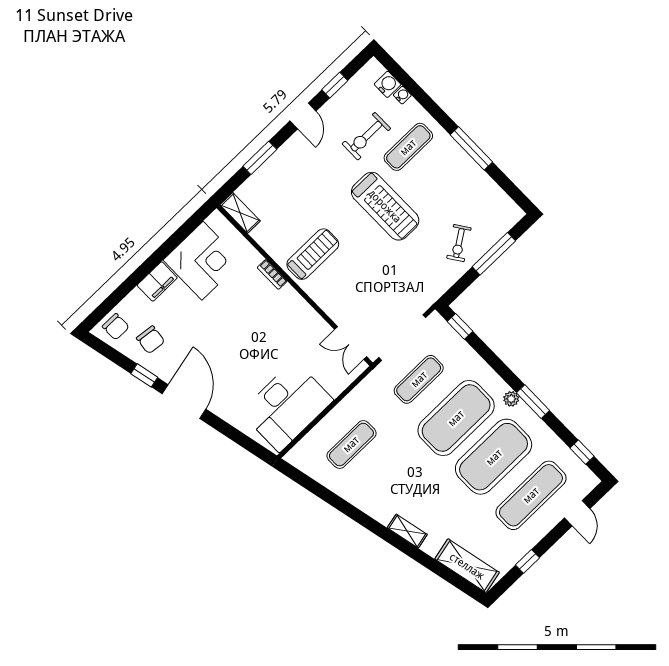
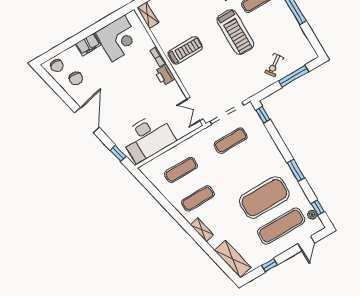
printer: (290, 301) -> (165, 75), added
window: (144, 375) -> (118, 153), moved
plant: (511, 399) -> (312, 215), moved
exercise mat: (456, 418) -> (198, 198), moved, width x0.50, depth x0.69

